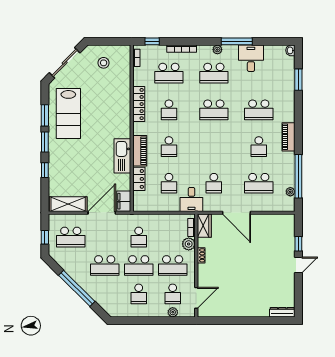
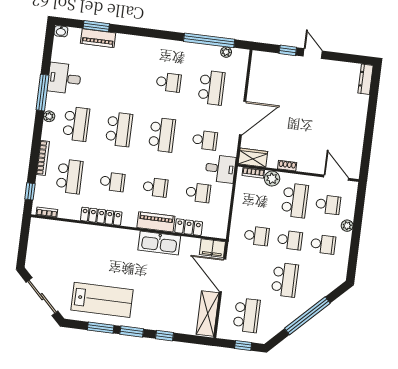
stool: (104, 63) -> (48, 251), removed
school desk: (259, 110) -> (162, 135), moved
piano: (288, 137) -> (98, 38), moved
school desk: (139, 265) -> (290, 240), width x0.54
plant: (173, 312) -> (347, 226), moved

